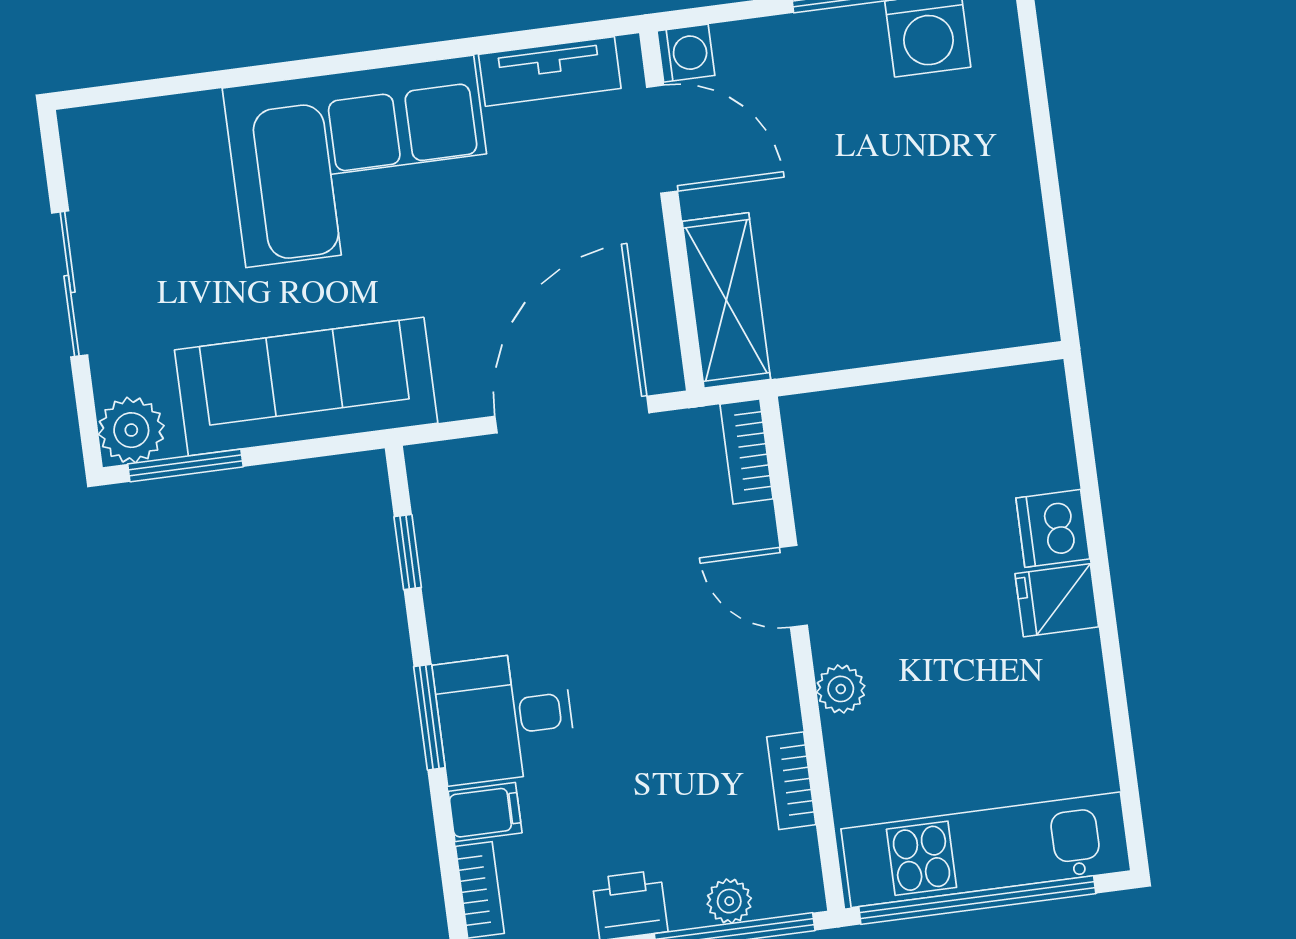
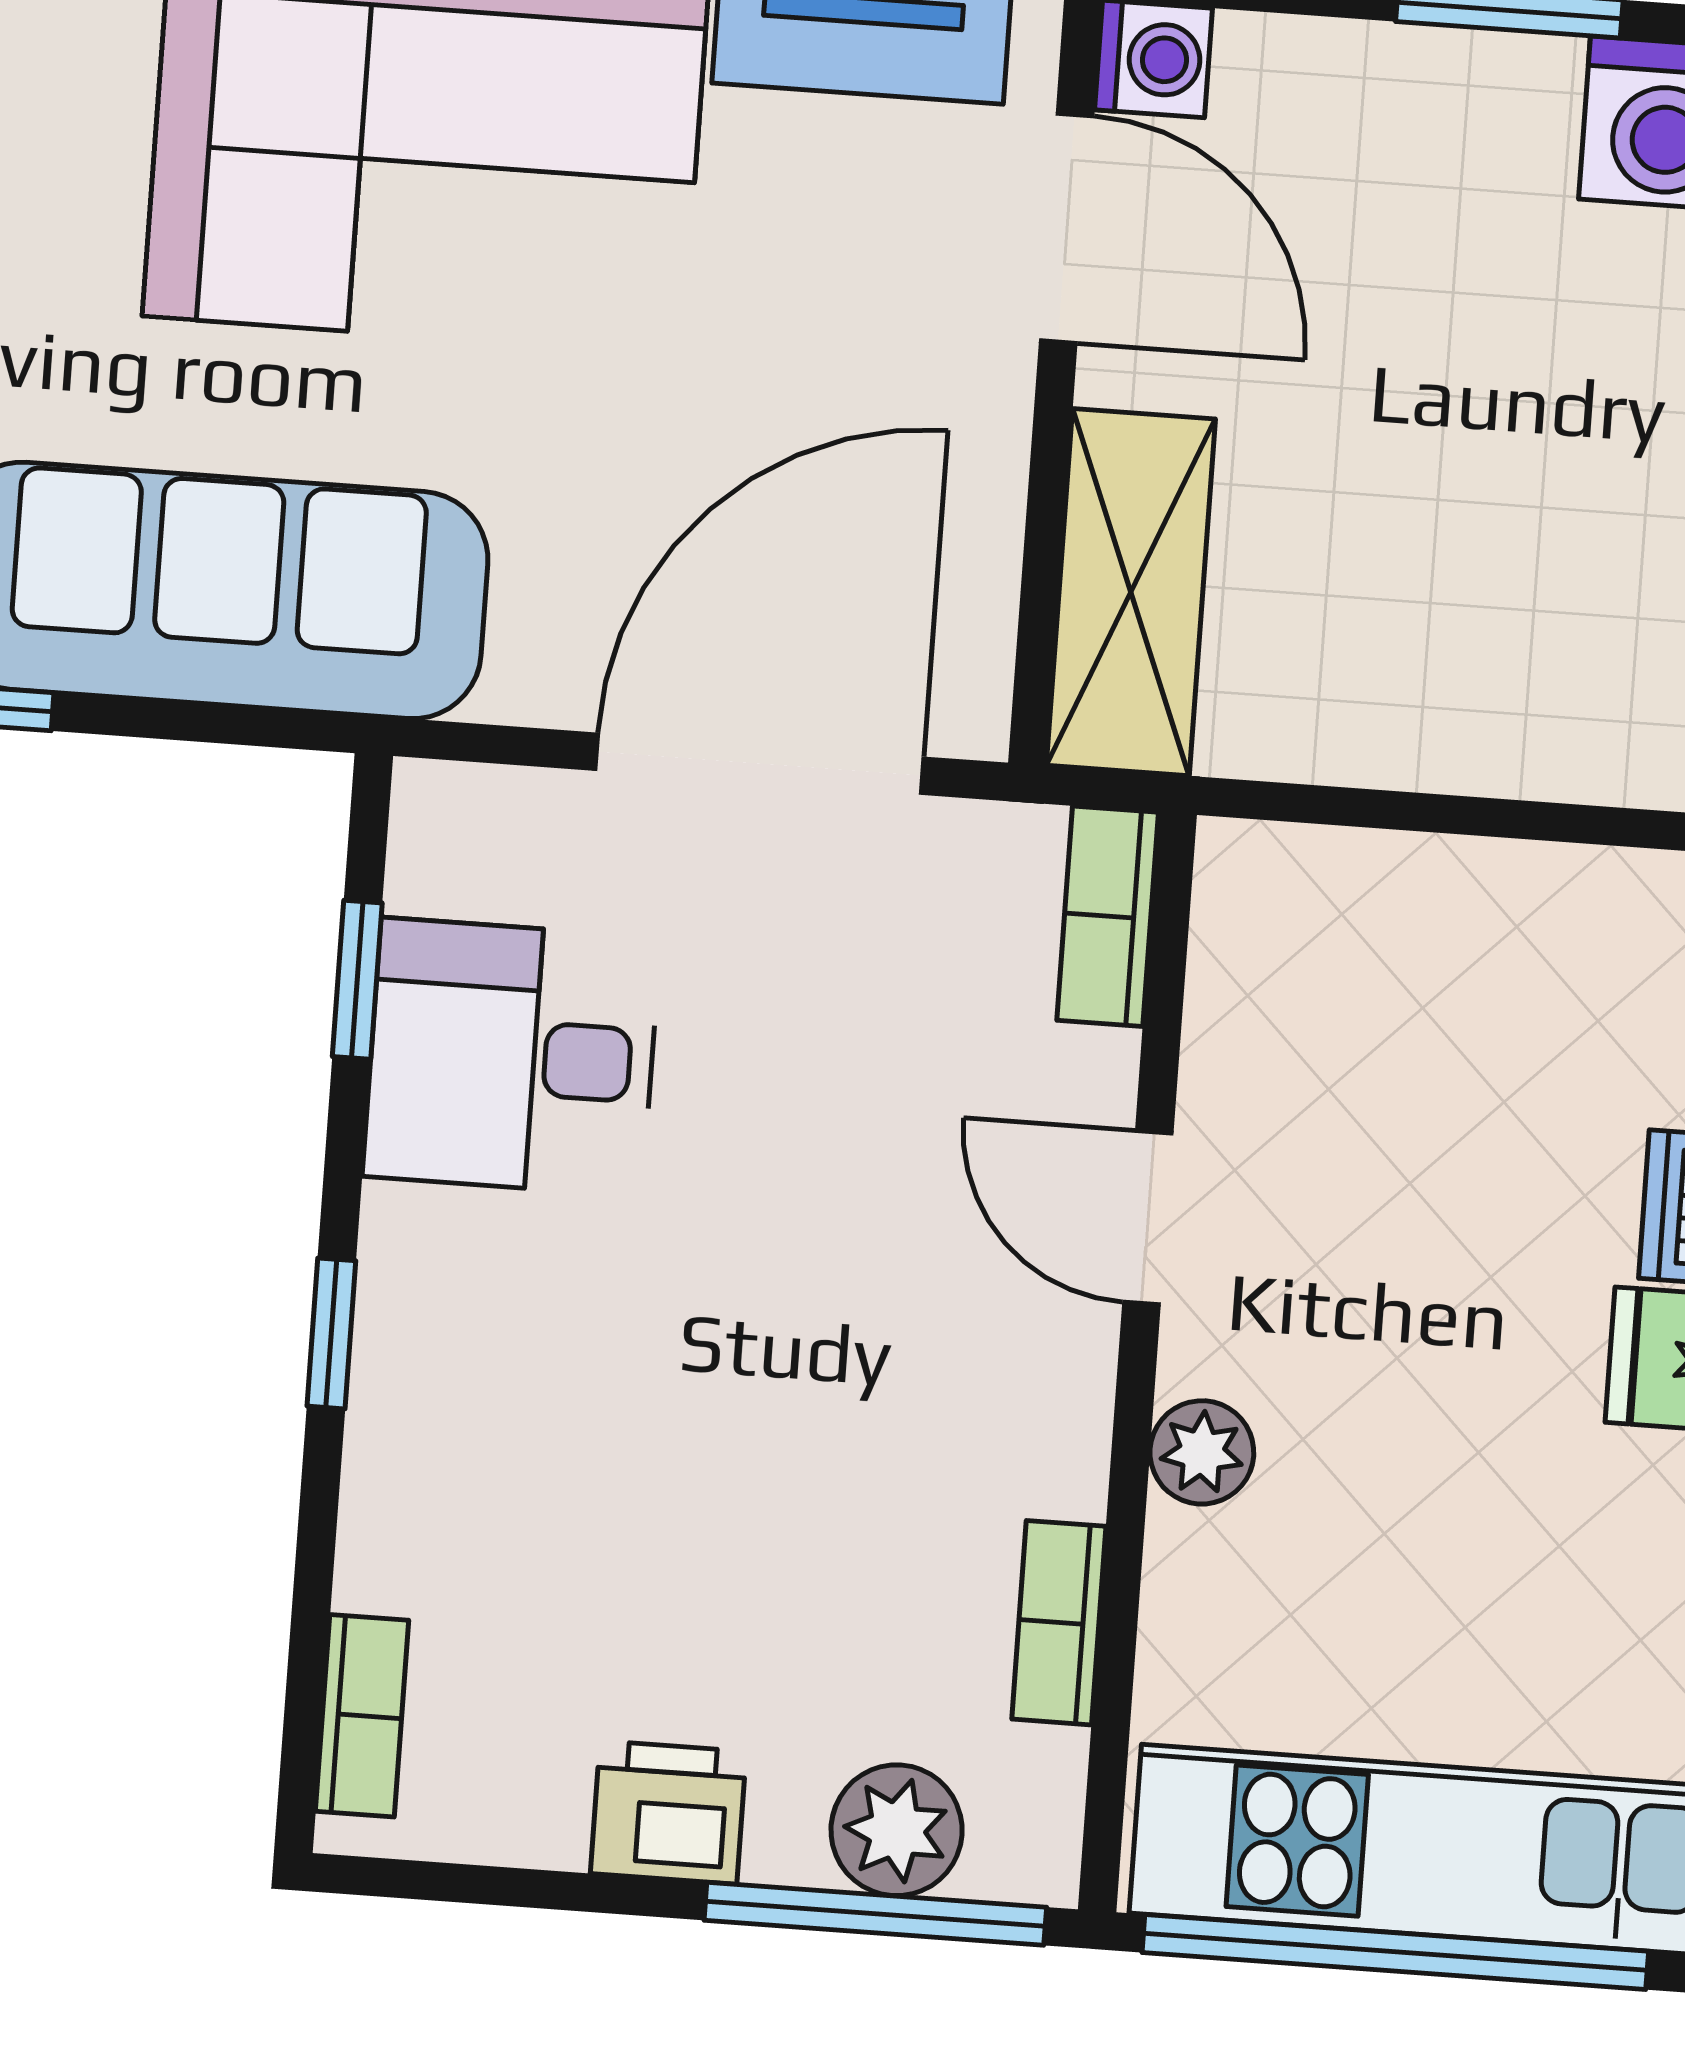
window: (429, 717) -> (331, 1333), width x0.67
desk: (505, 717) -> (512, 1057), moved
filing cabinet: (485, 812) -> (407, 1556), removed
plant: (729, 901) -> (897, 1830), width x1.38, depth x1.38

